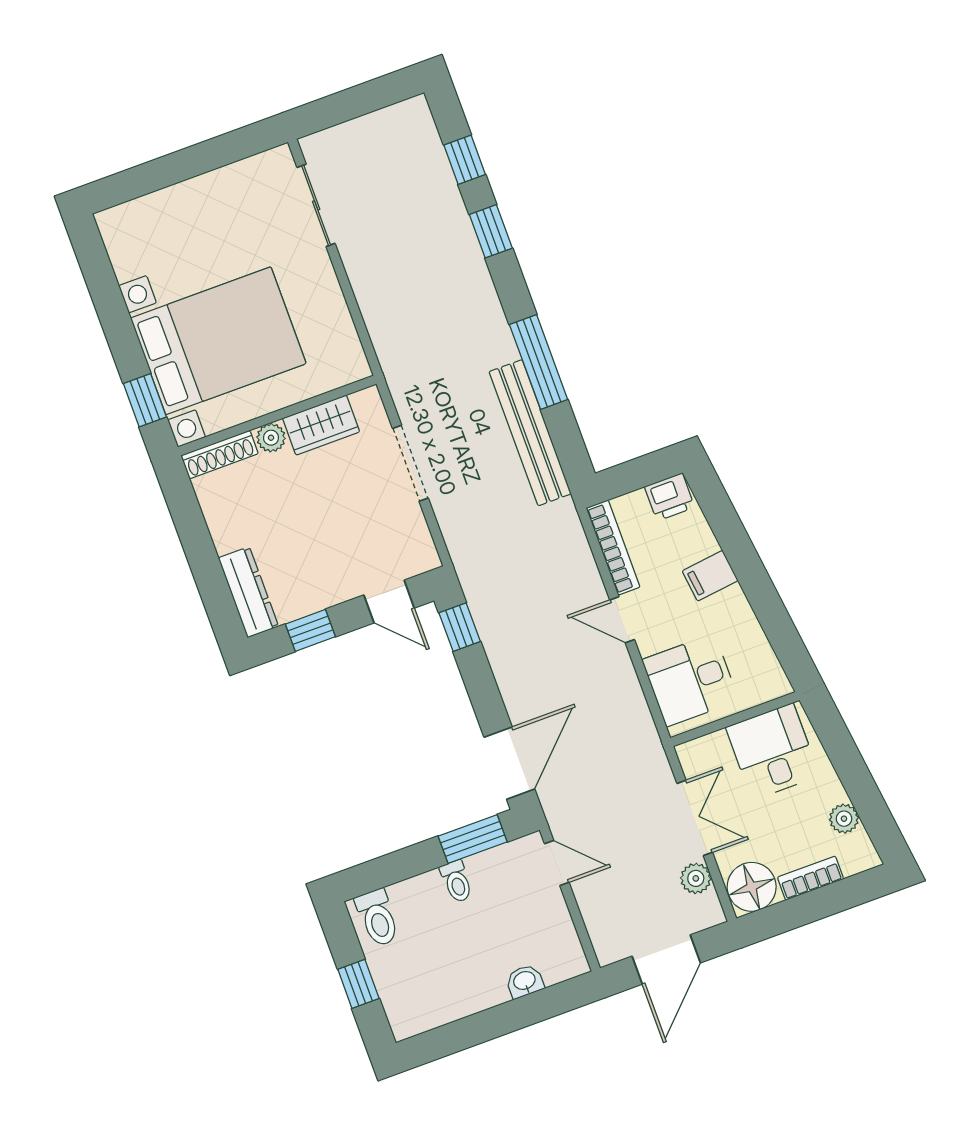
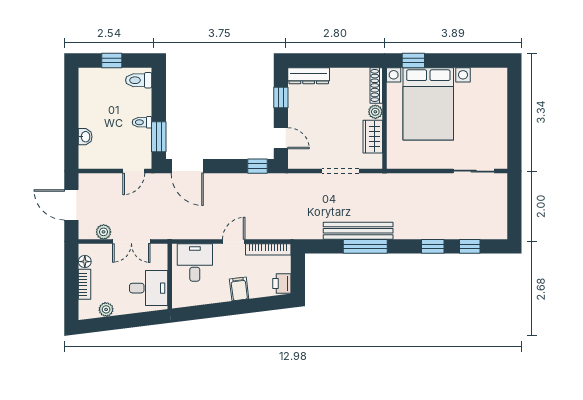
bench: (530, 433) -> (358, 231), moved
door: (389, 602) -> (281, 138), swing flipped
floor lamp: (752, 887) -> (85, 262), width x0.53, depth x0.53

